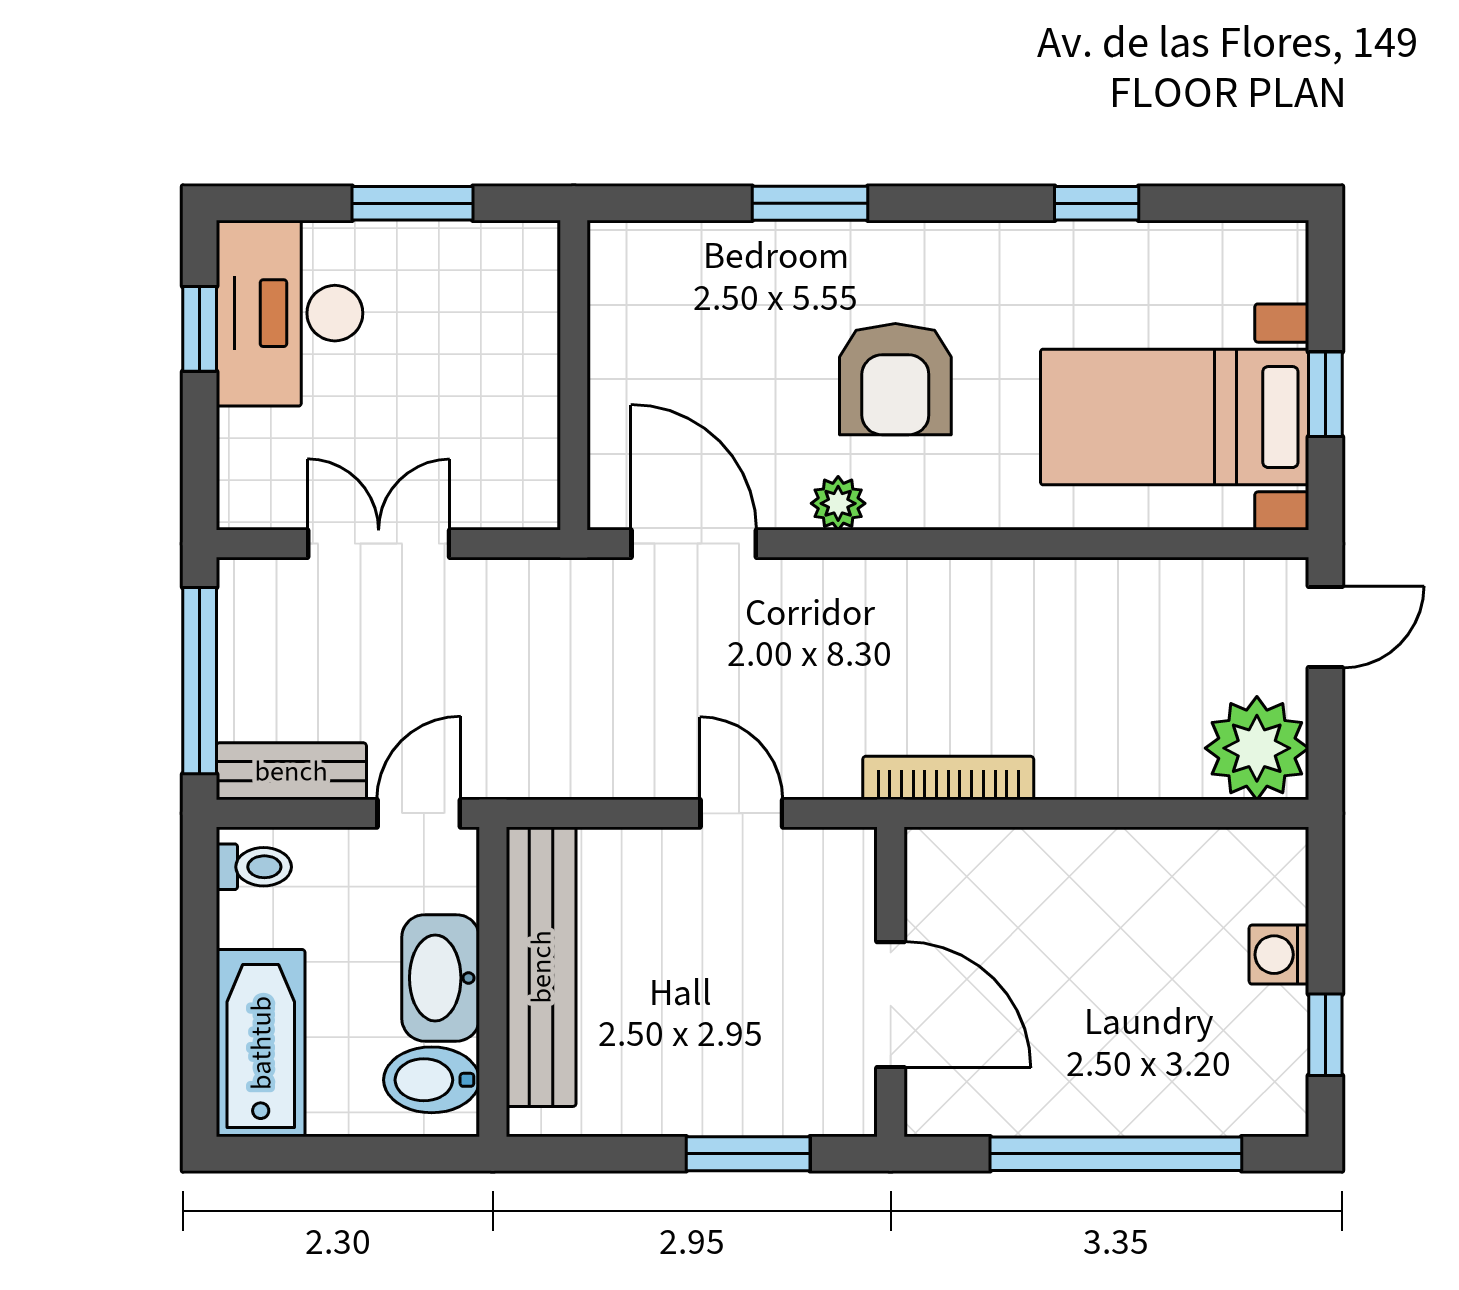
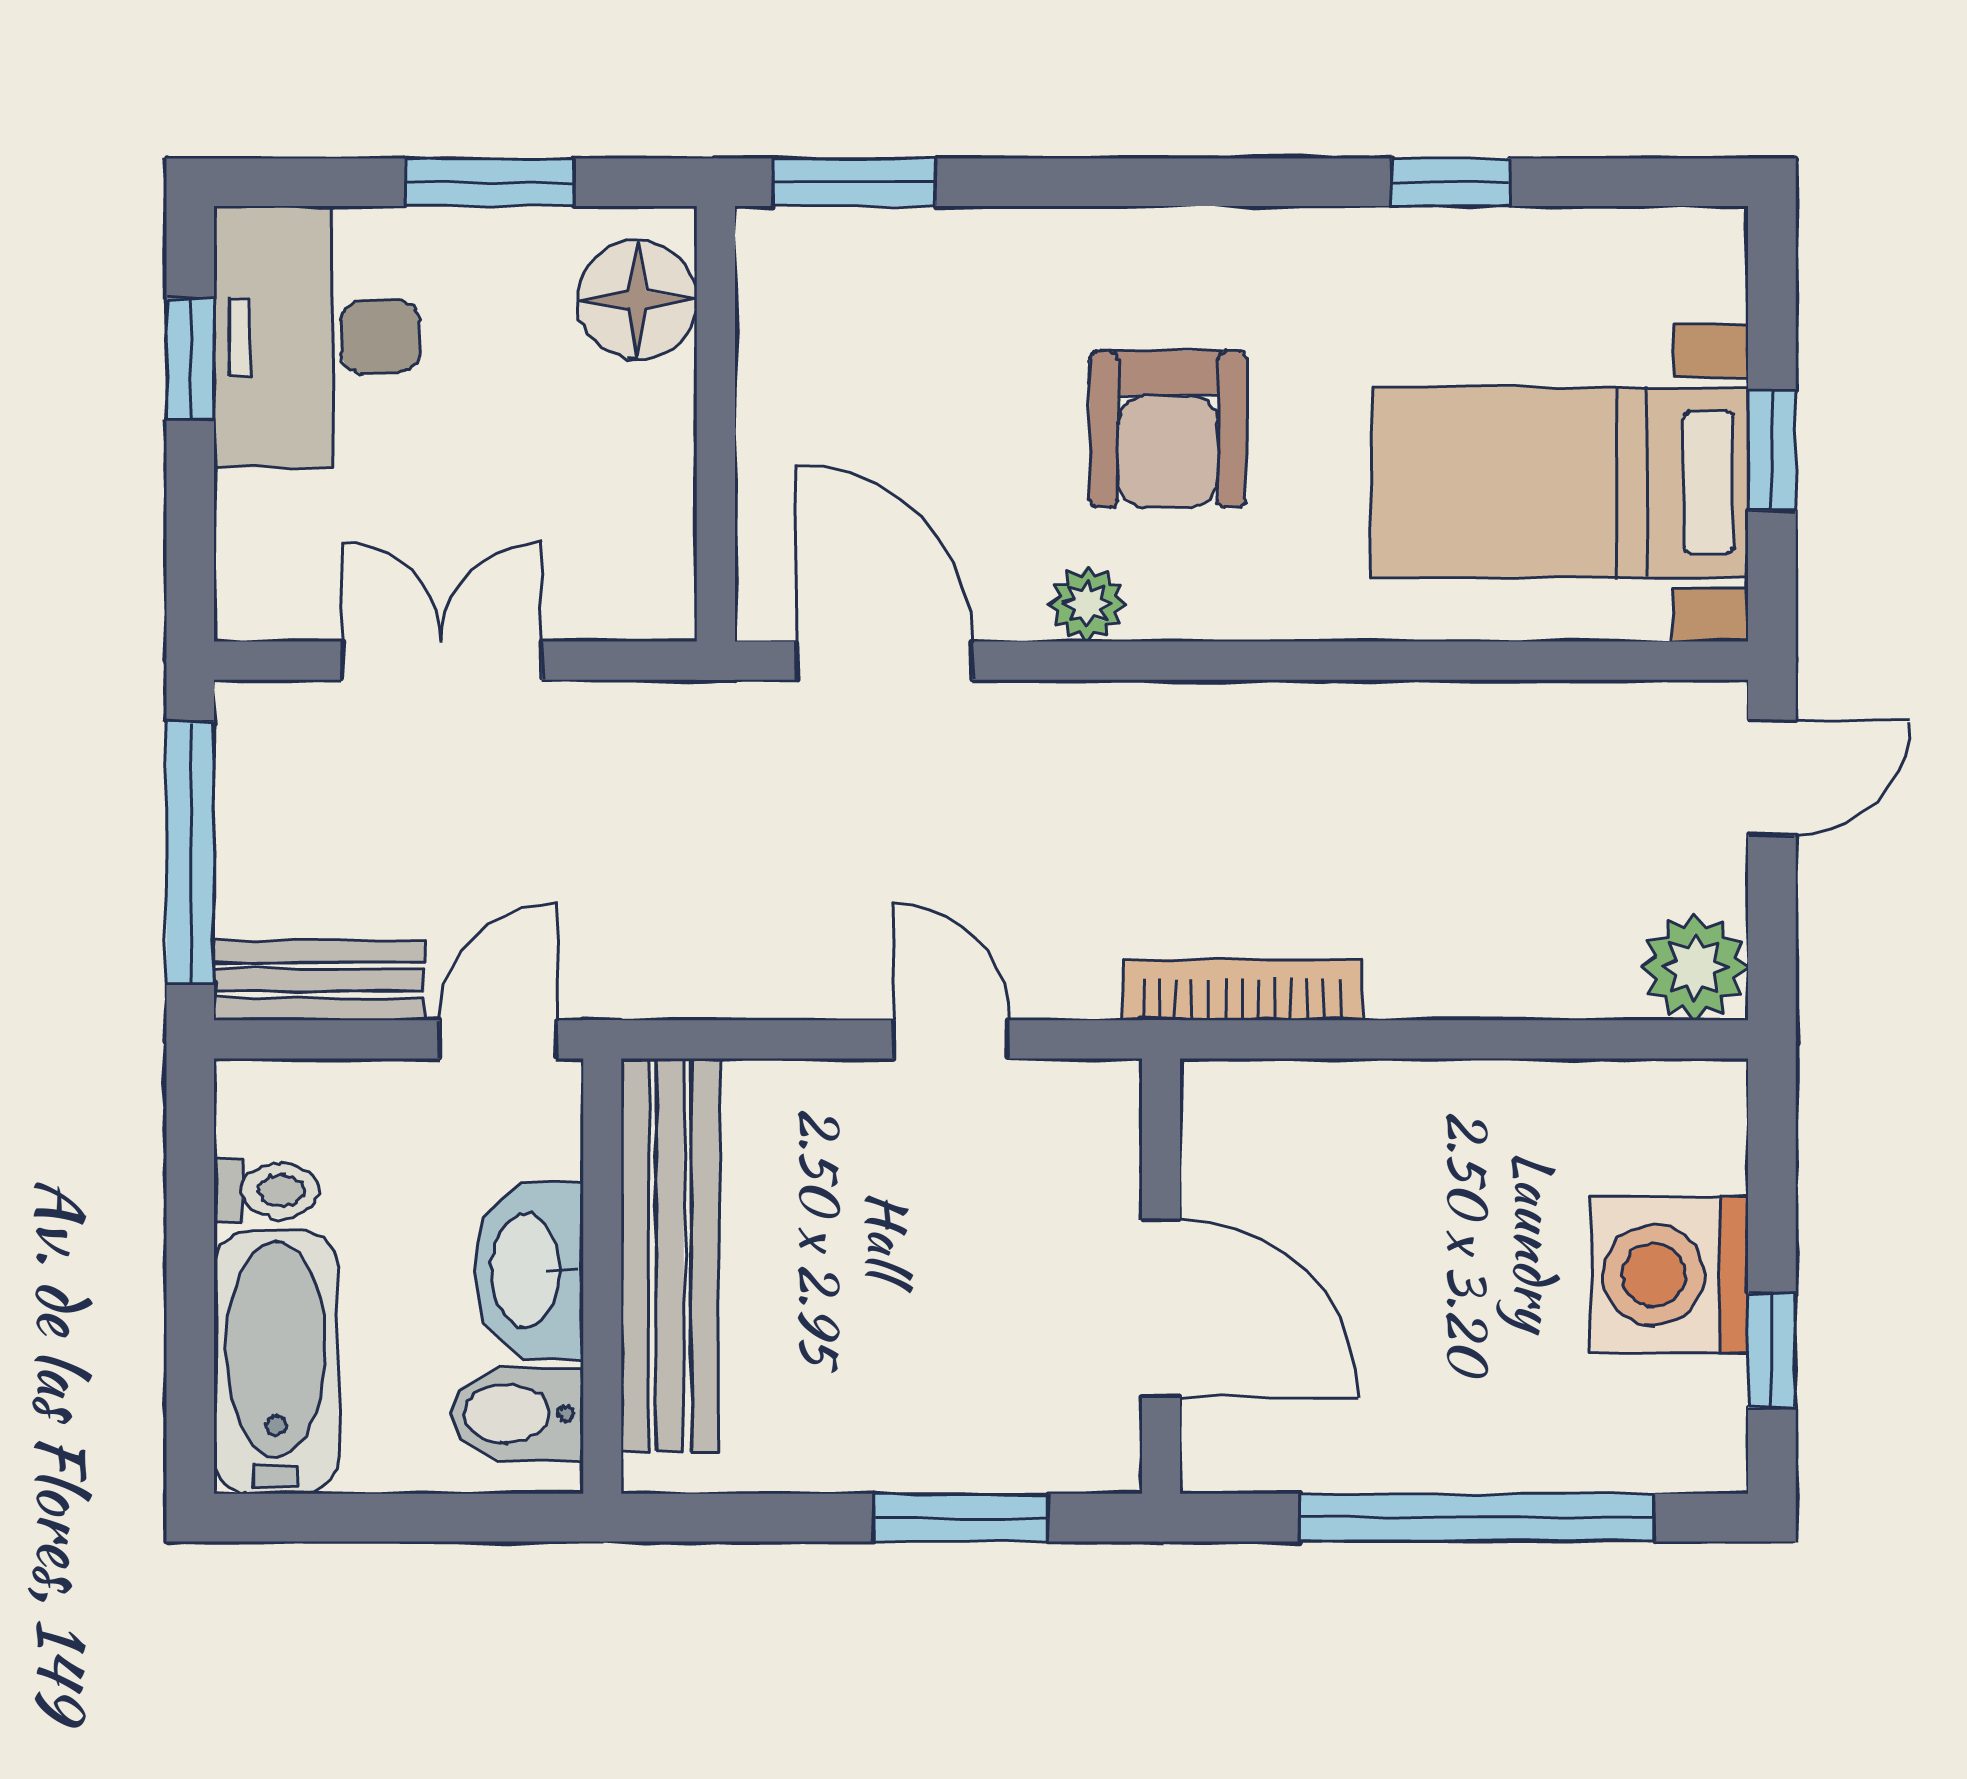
window: (810, 203) -> (854, 182), moved
floor lamp: (518, 287) -> (637, 300), added
plant: (1257, 748) -> (1695, 967), width x0.73, depth x0.73
toilet: (254, 867) -> (267, 1191), moved
washing machine: (1279, 955) -> (1669, 1275), width x1.89, depth x1.89

